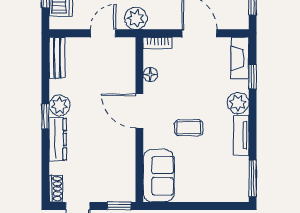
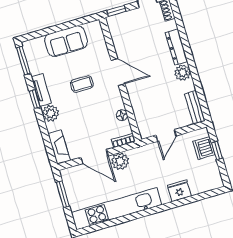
plant: (136, 18) -> (120, 161), moved
window: (253, 77) -> (35, 99), moved
door: (139, 111) -> (118, 72), moved
window: (45, 116) -> (191, 61), removed
sofa: (159, 176) -> (66, 41), moved, turned -90

